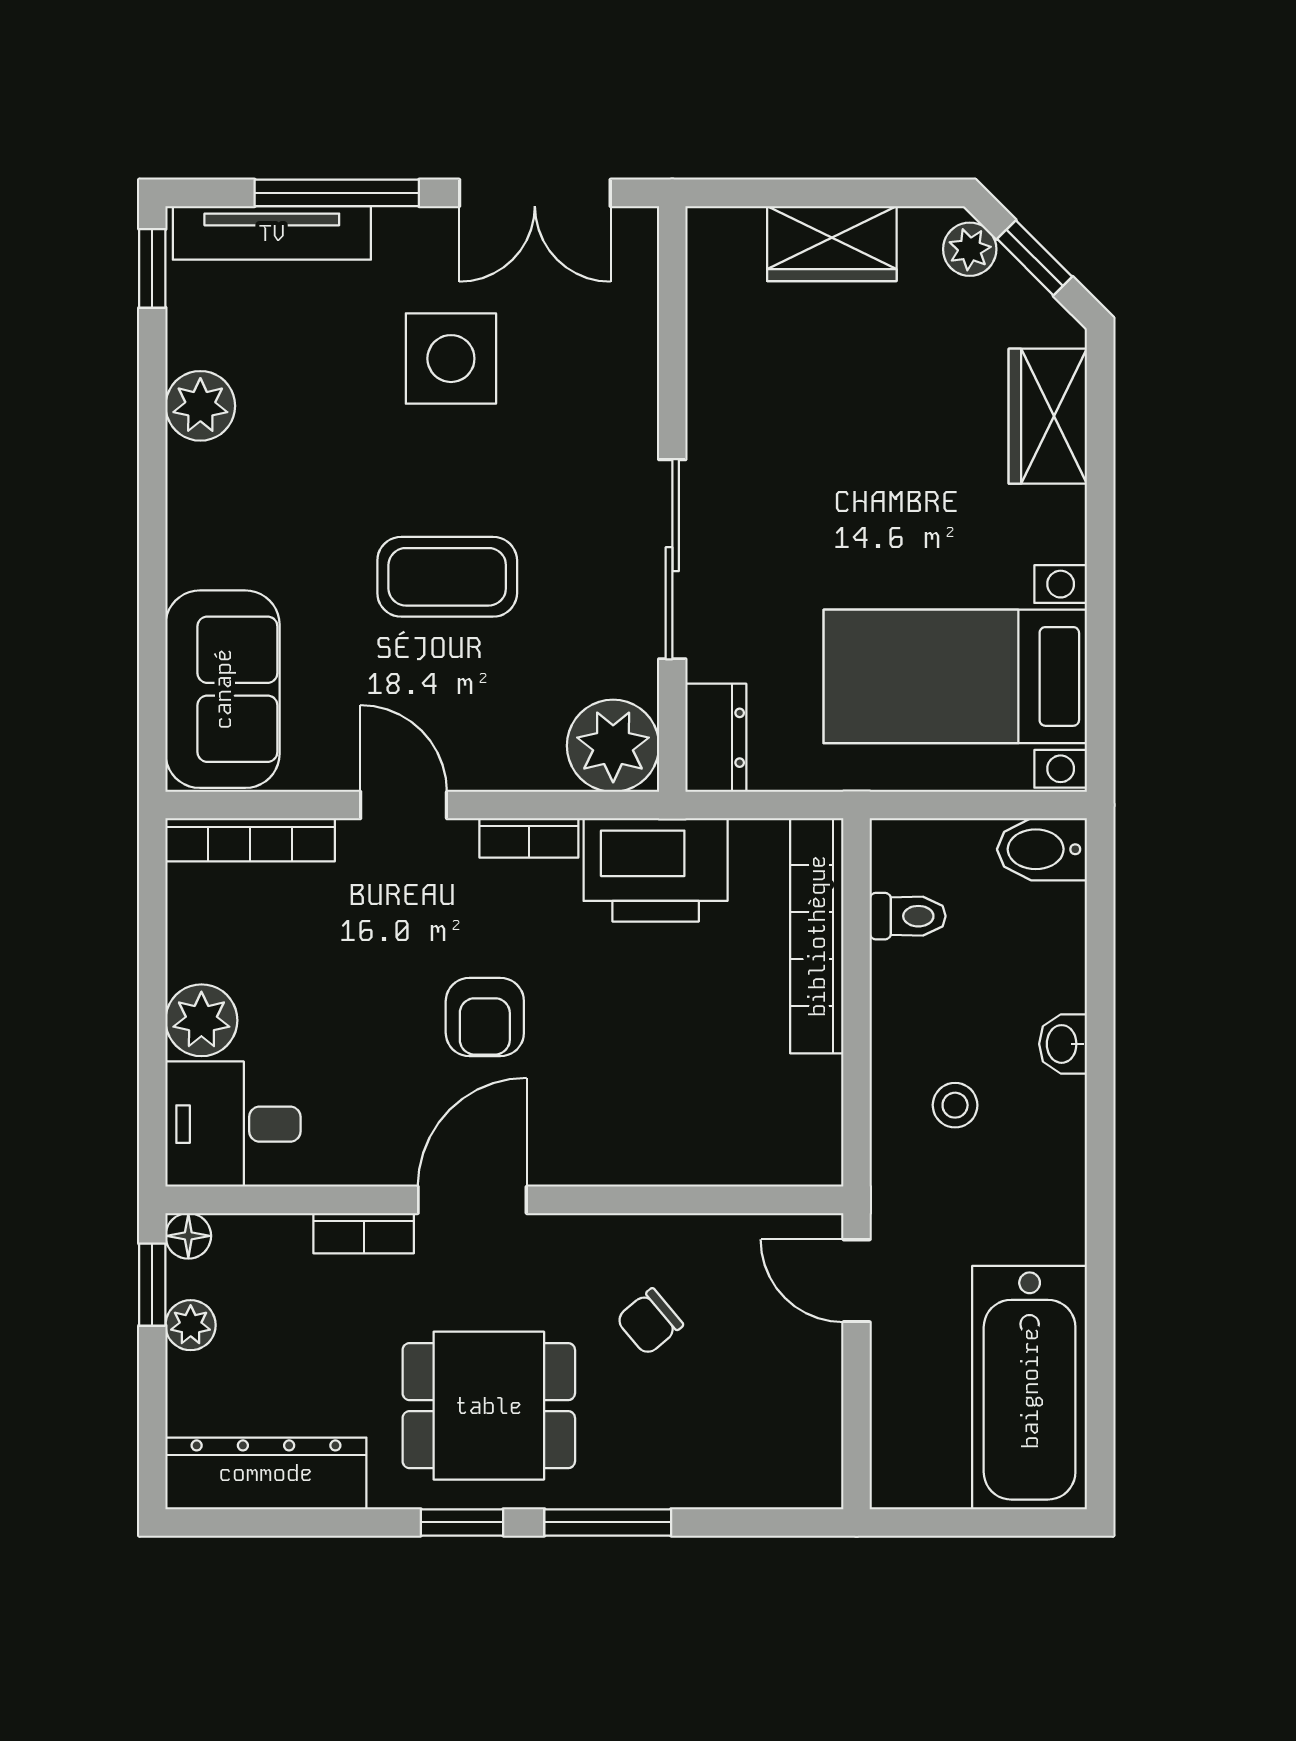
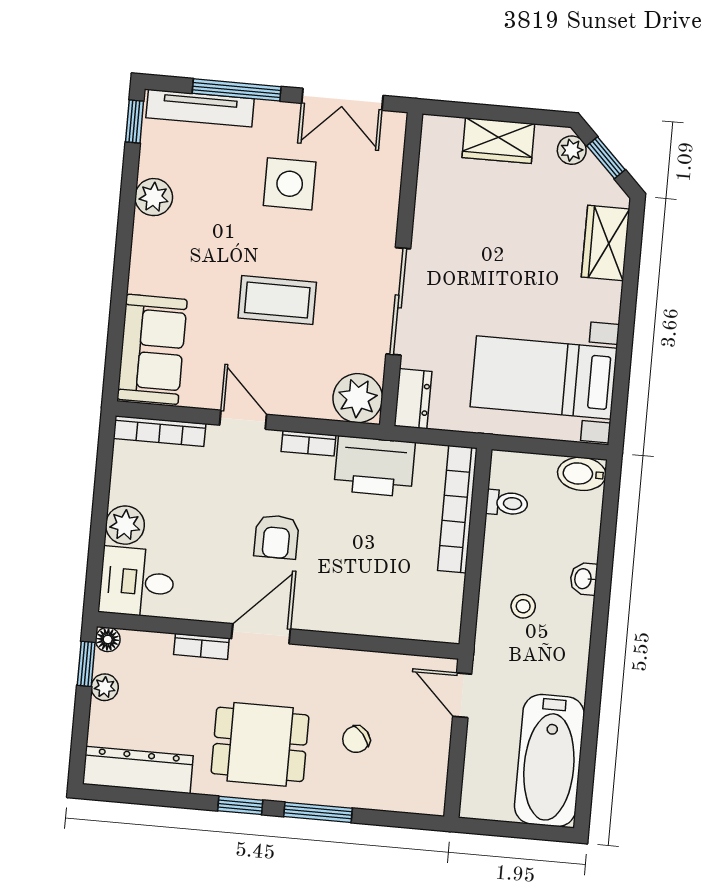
chair: (649, 1322) -> (356, 739), moved

